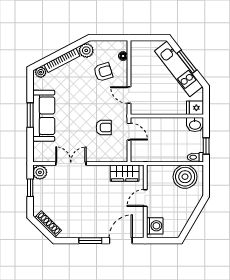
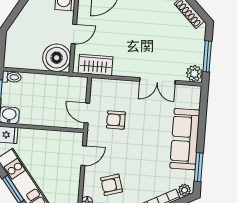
door: (129, 95) -> (84, 156), hinge flipped
window: (30, 115) -> (199, 167), moved
boiler: (185, 177) -> (57, 58), moved
window: (30, 188) -> (207, 56), width x1.50

